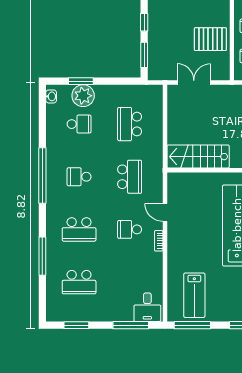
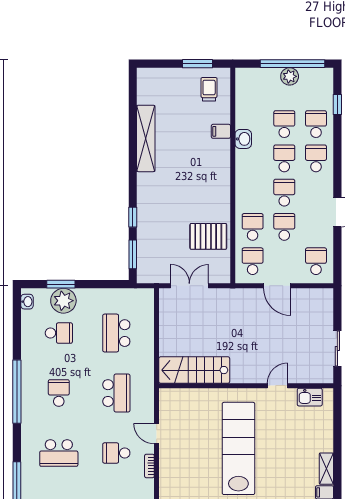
school desk: (79, 177) -> (59, 393), turned 90

